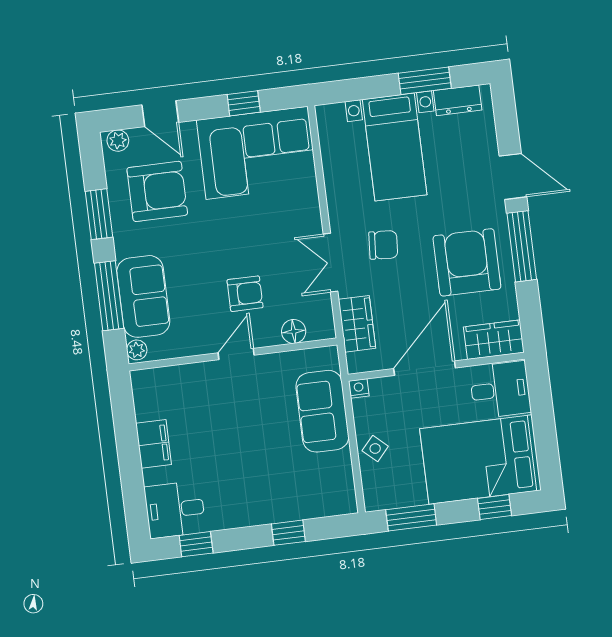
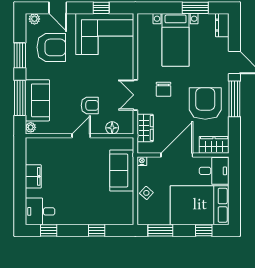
dresser: (458, 100) -> (222, 25), moved, turned 90
chair: (383, 245) -> (164, 89), turned 86

